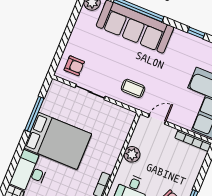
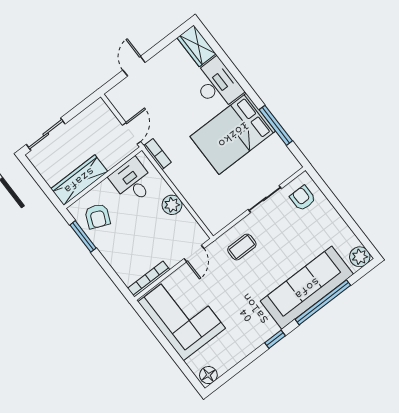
window: (196, 33) -> (275, 339), moved
armchair: (74, 66) -> (303, 198), turned 90

